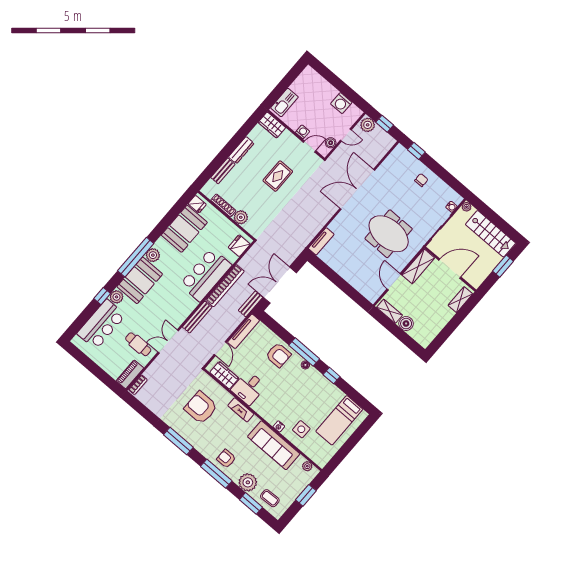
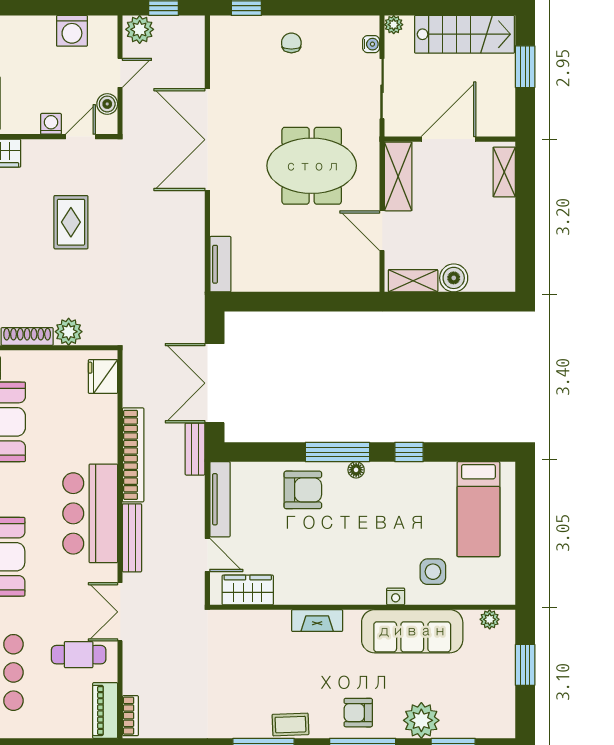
bar counter: (206, 275) -> (90, 513), moved
desk: (248, 388) -> (300, 578), removed
armchair: (201, 408) -> (254, 669), removed
coffee table: (270, 498) -> (290, 725), moved

